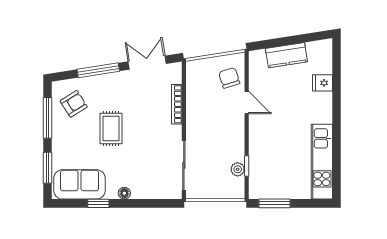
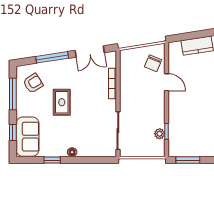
double door: (147, 63) -> (90, 51), swing flipped
chair: (229, 78) -> (153, 63), turned -141
window: (48, 168) -> (13, 132), width x0.67
sofa: (79, 184) -> (28, 137), moved, turned 90

